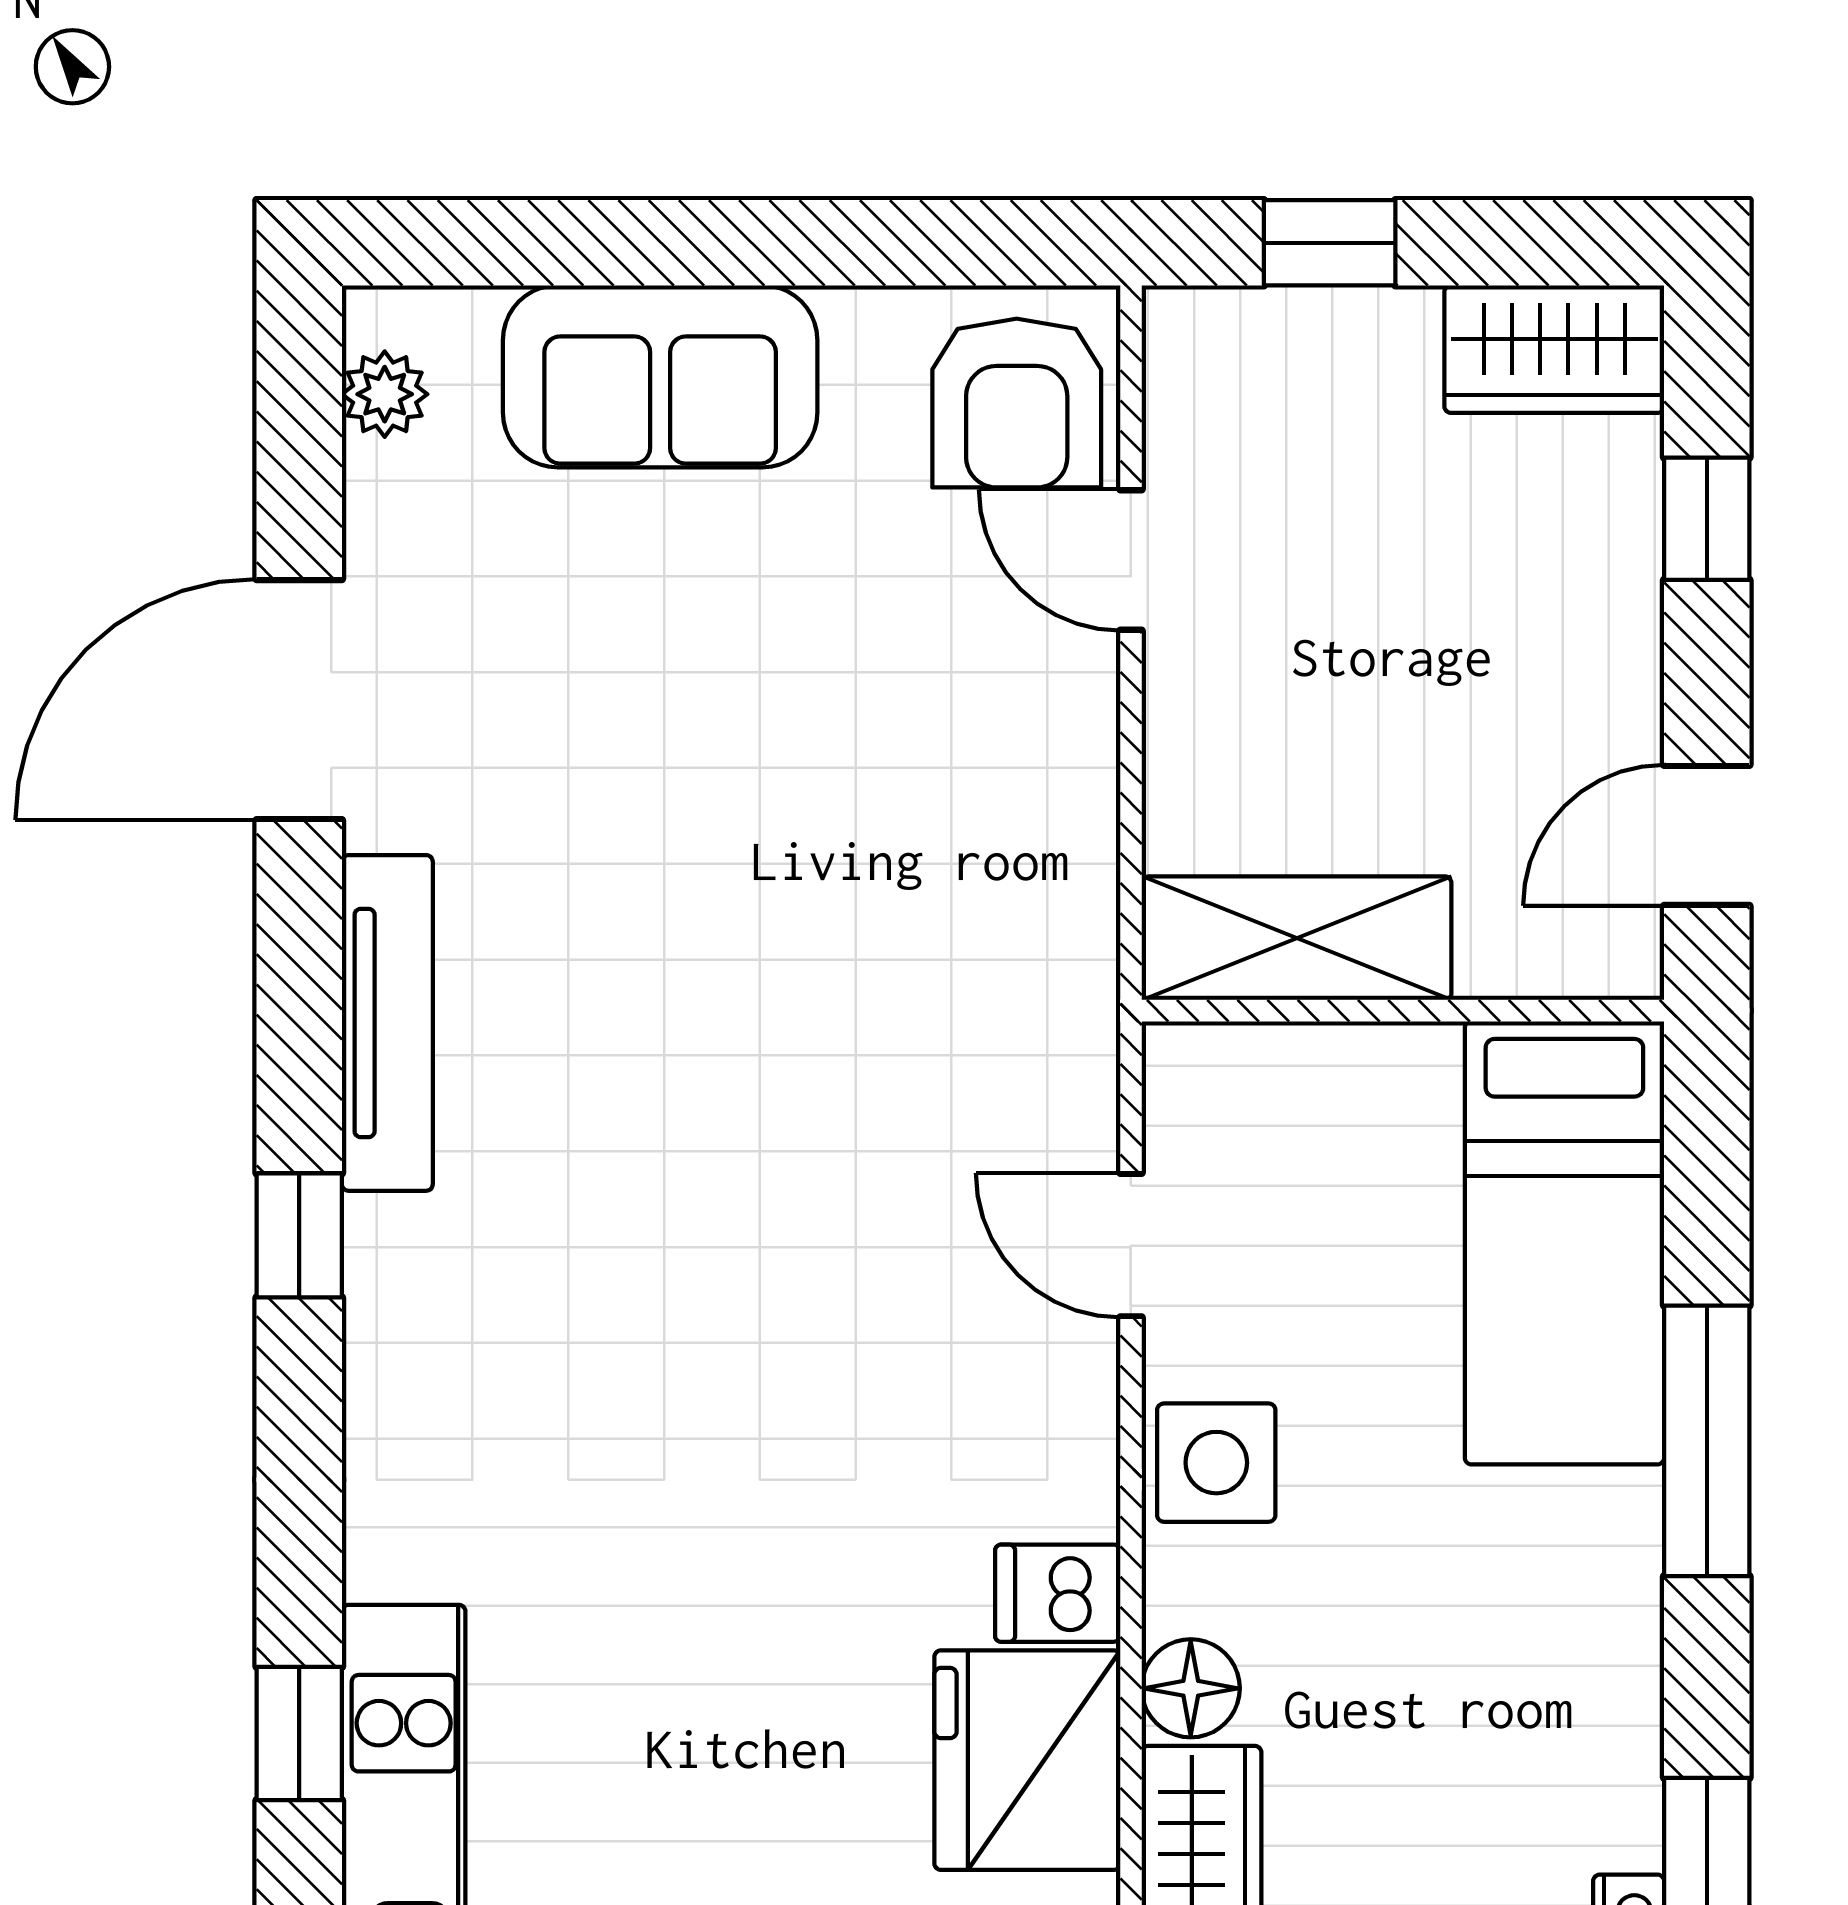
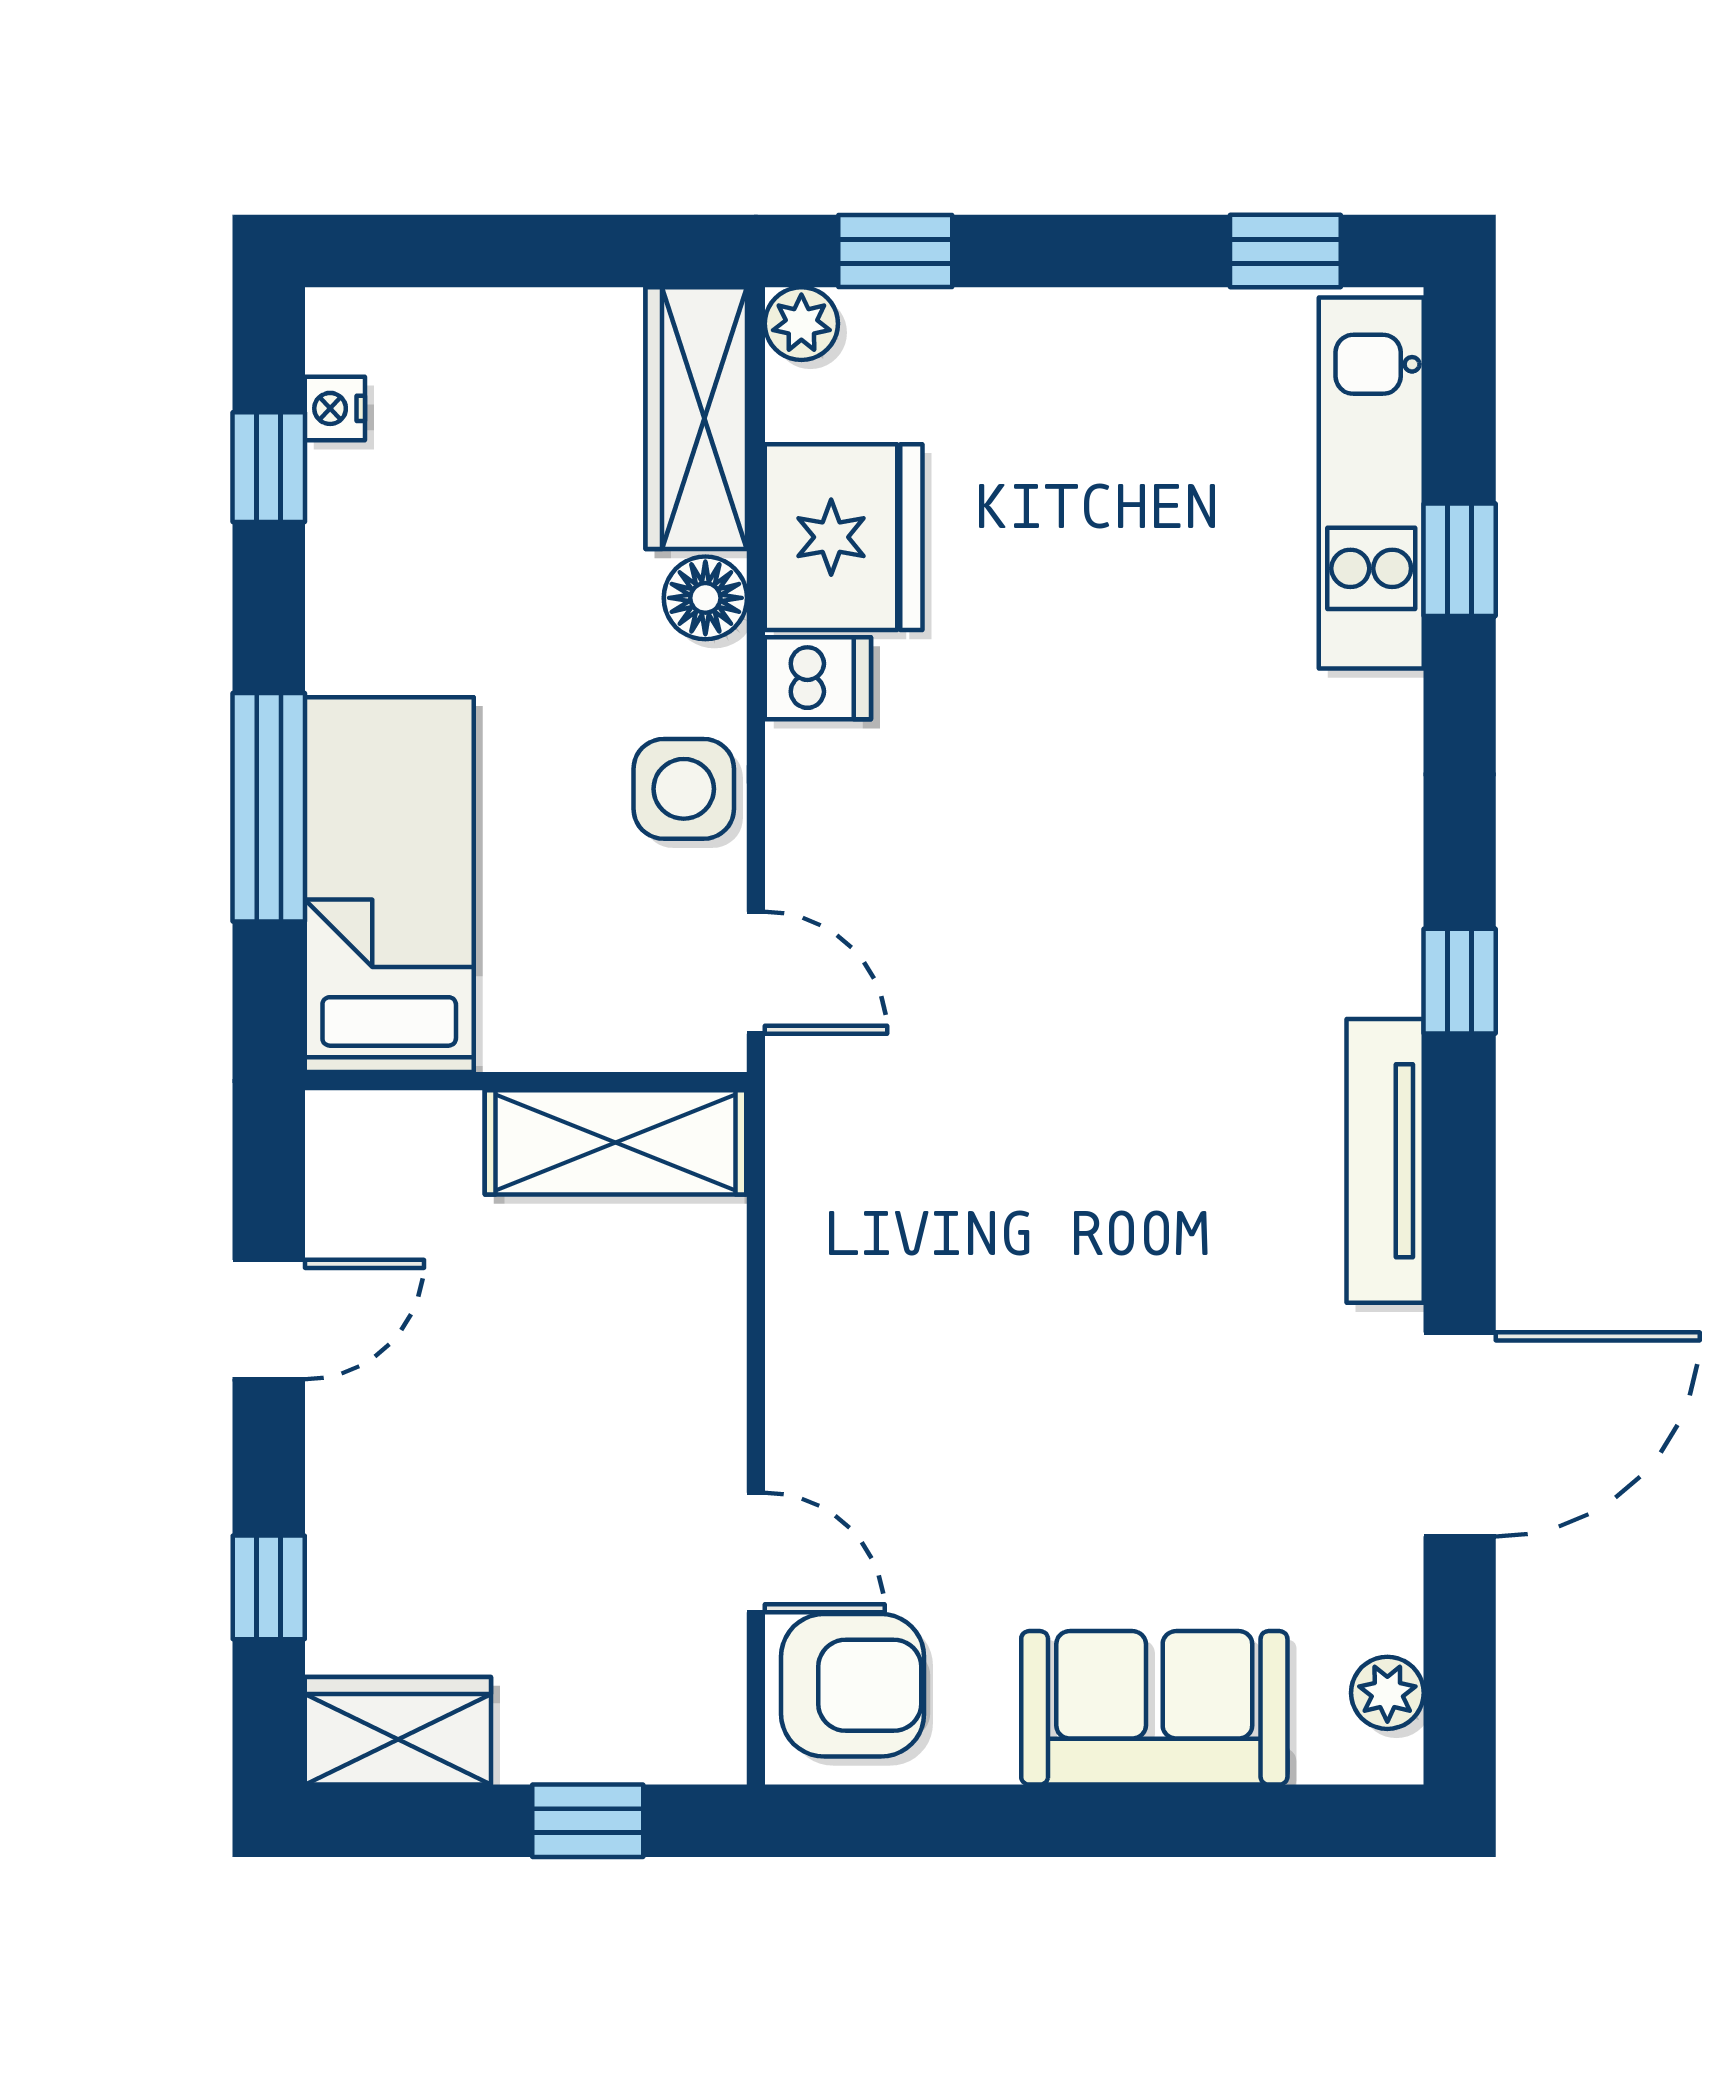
armchair: (1017, 403) -> (853, 1685), turned 90
shelving: (1297, 938) -> (615, 1142), moved
wall: (1403, 1011) -> (526, 1081), moved
bed: (1564, 1243) -> (389, 885), moved

